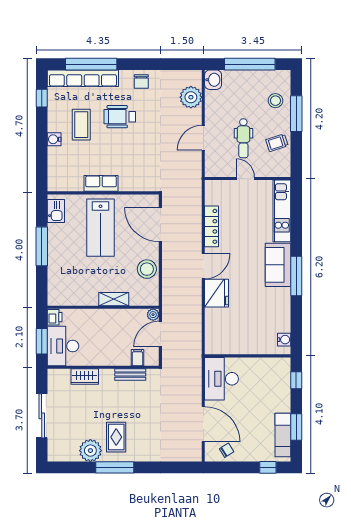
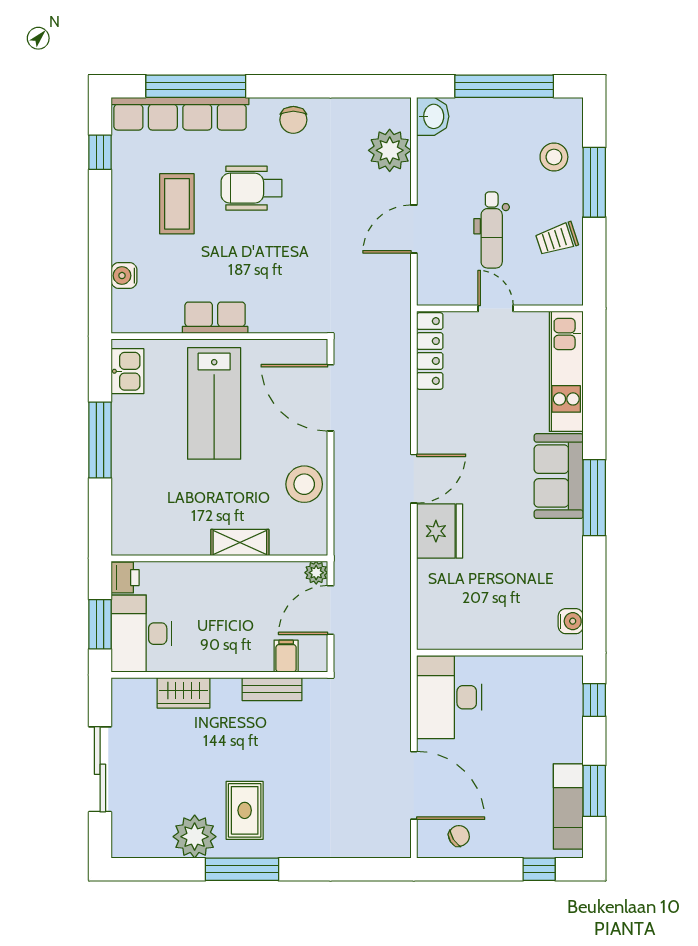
water cooler: (54, 139) -> (124, 276), moved
locker: (212, 226) -> (430, 351), moved

